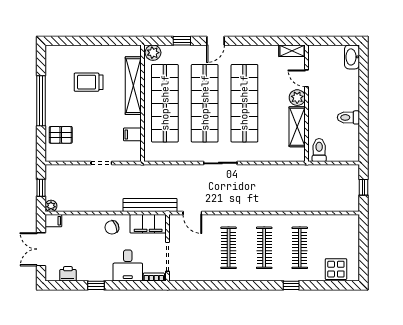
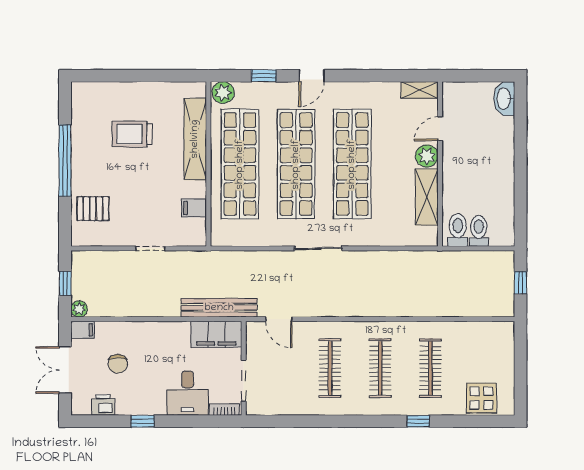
door: (307, 78) -> (440, 129), hinge flipped
toilet: (348, 117) -> (479, 231), moved, turned 90
chair: (112, 227) -> (118, 364), moved, turned -67

